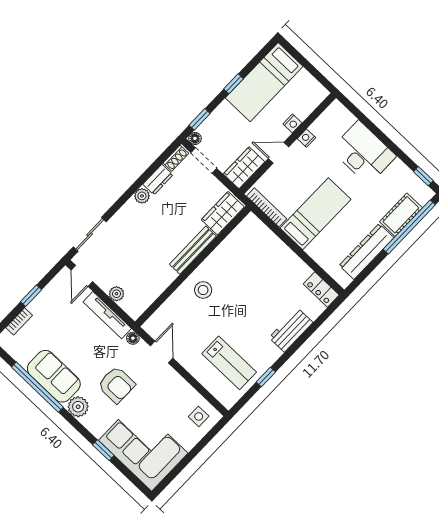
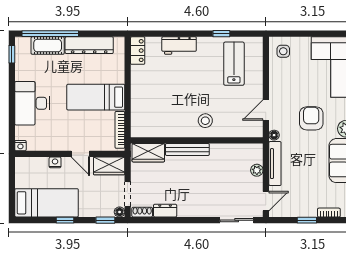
nightstand: (306, 138) -> (20, 146), moved
plant: (142, 196) -> (184, 211), removed

